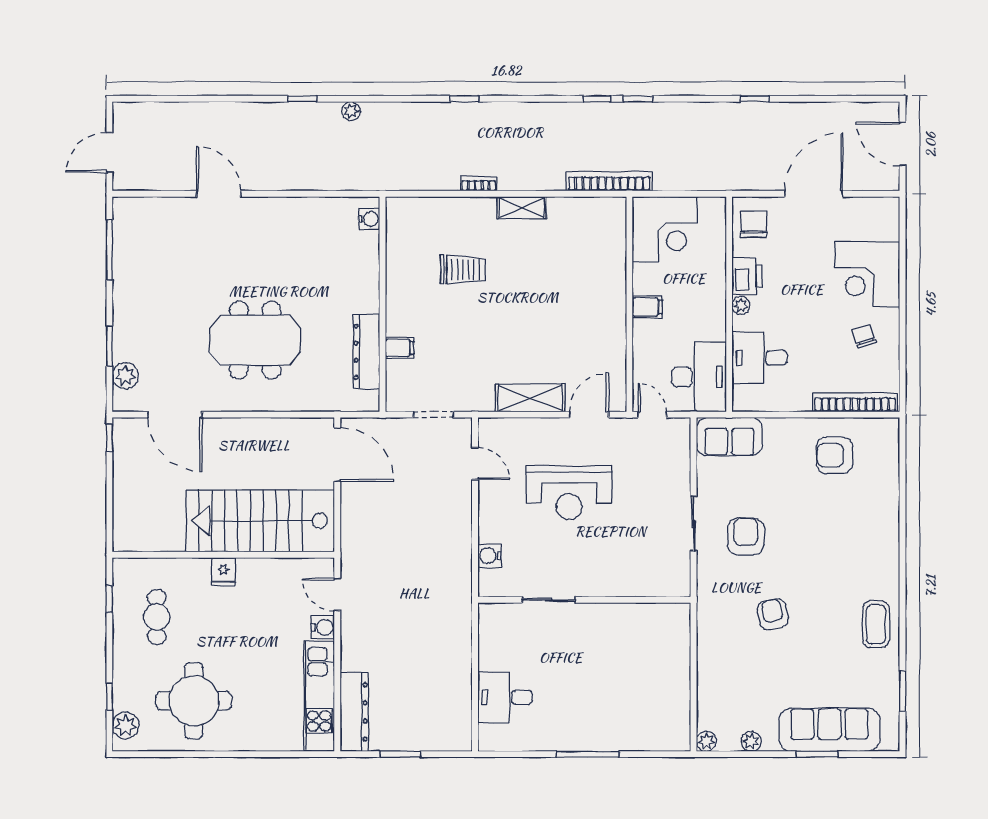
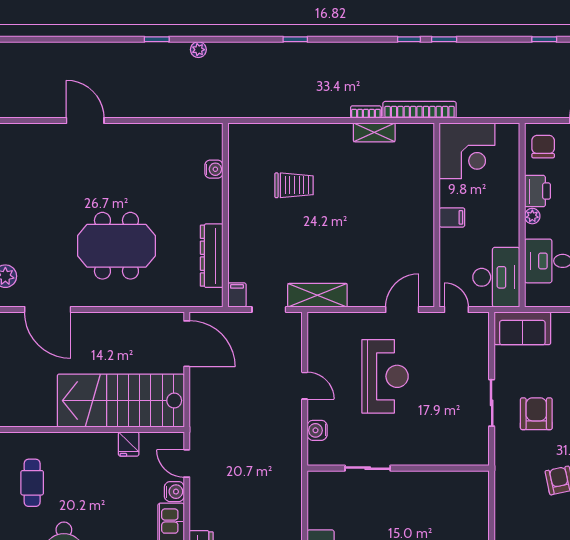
bookcase: (479, 184) -> (366, 112), moved
shelving: (522, 208) -> (374, 132), moved
water cooler: (369, 219) -> (214, 169), moved
filing cabinet: (400, 348) -> (237, 295), moved, turned -90
shelving: (530, 398) -> (317, 295), moved
door: (475, 464) -> (305, 386), moved
reception desk: (569, 493) -> (385, 376), turned -90
fridge: (224, 572) -> (129, 444), moved

